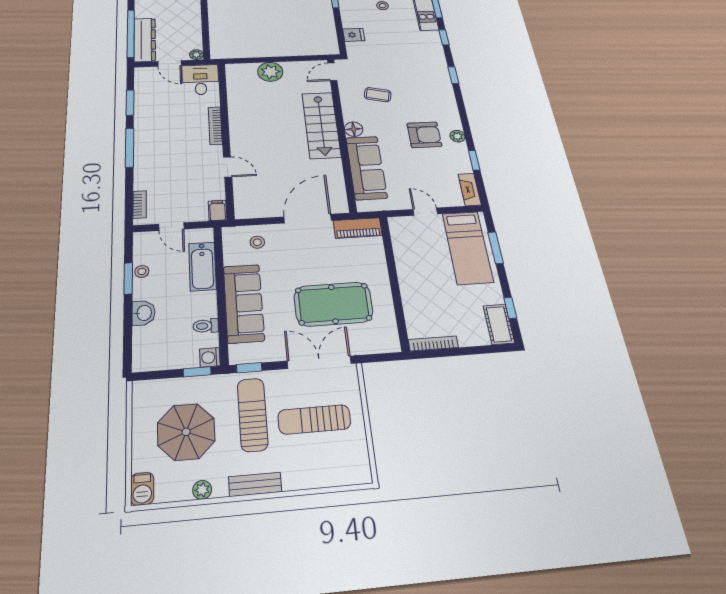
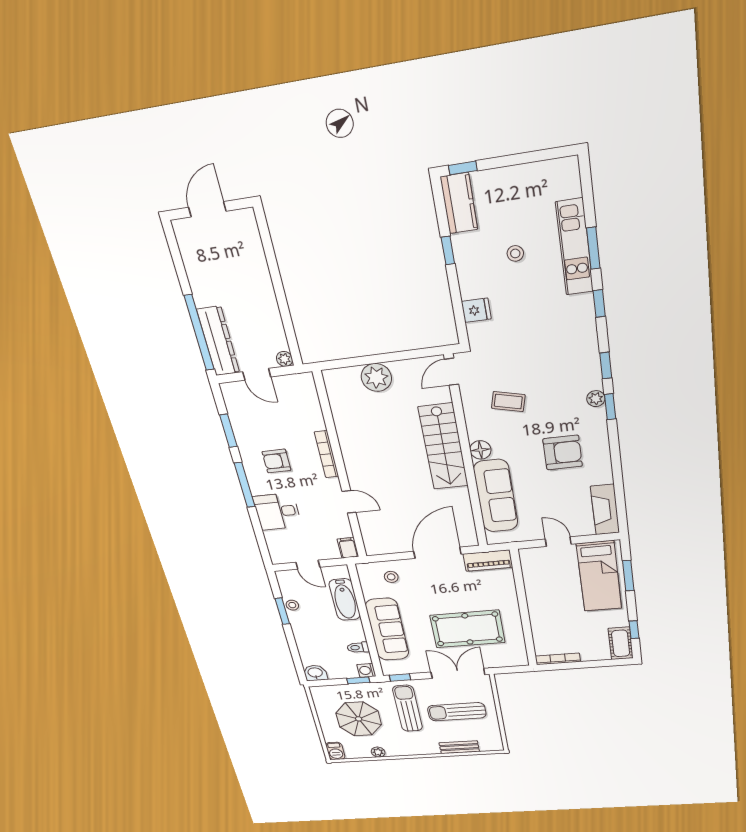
desk: (201, 80) -> (277, 512), moved, turned -90
armchair: (167, 129) -> (276, 461), added
plant: (457, 136) -> (596, 399), moved
window: (474, 160) -> (610, 407), moved
fireplace: (470, 189) -> (605, 510), width x1.37, depth x1.32
bookcase: (140, 205) -> (272, 545), removed
washbasin: (144, 313) -> (315, 673), moved, turned -90
bench: (255, 484) -> (459, 747), moved

